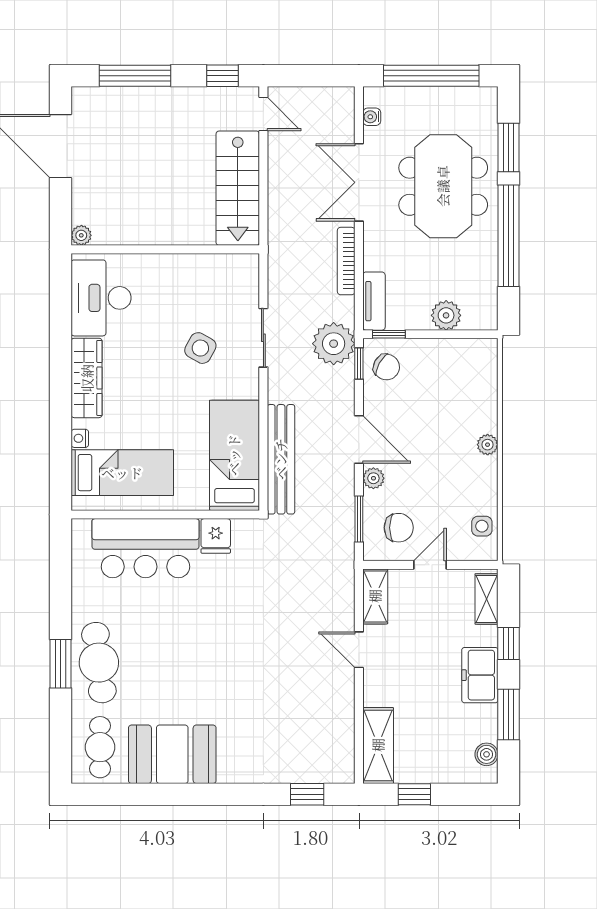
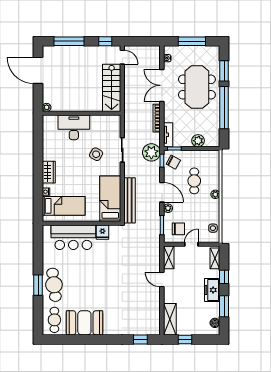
window: (431, 76) -> (192, 41), width x0.68
desk: (101, 298) -> (74, 127), moved, turned 90
wardrobe: (87, 378) -> (49, 172), width x0.67
cafe table: (437, 412) -> (194, 181), added

